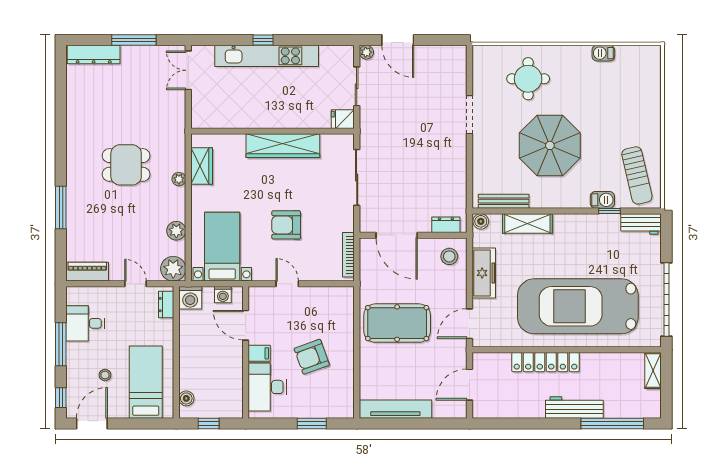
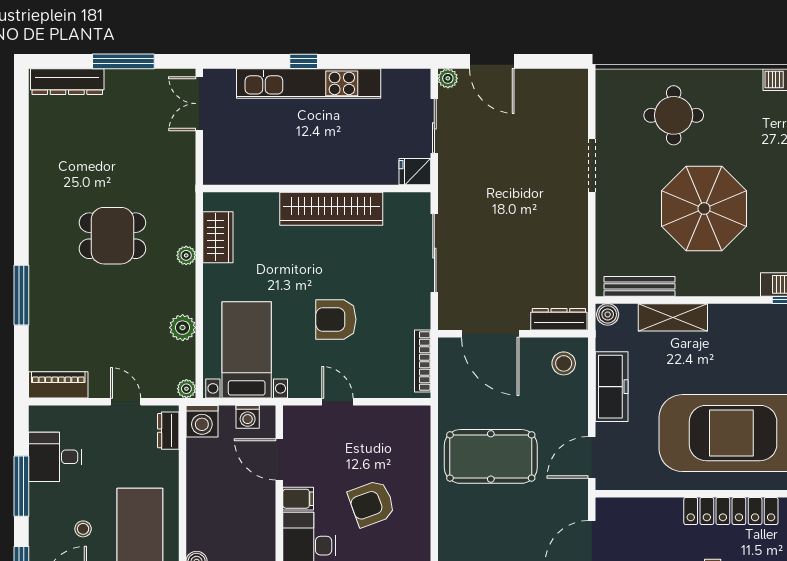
dresser: (446, 225) -> (559, 319), width x1.44
plant: (173, 269) -> (186, 389), width x0.53, depth x0.53
locker: (546, 362) -> (731, 511), moved

